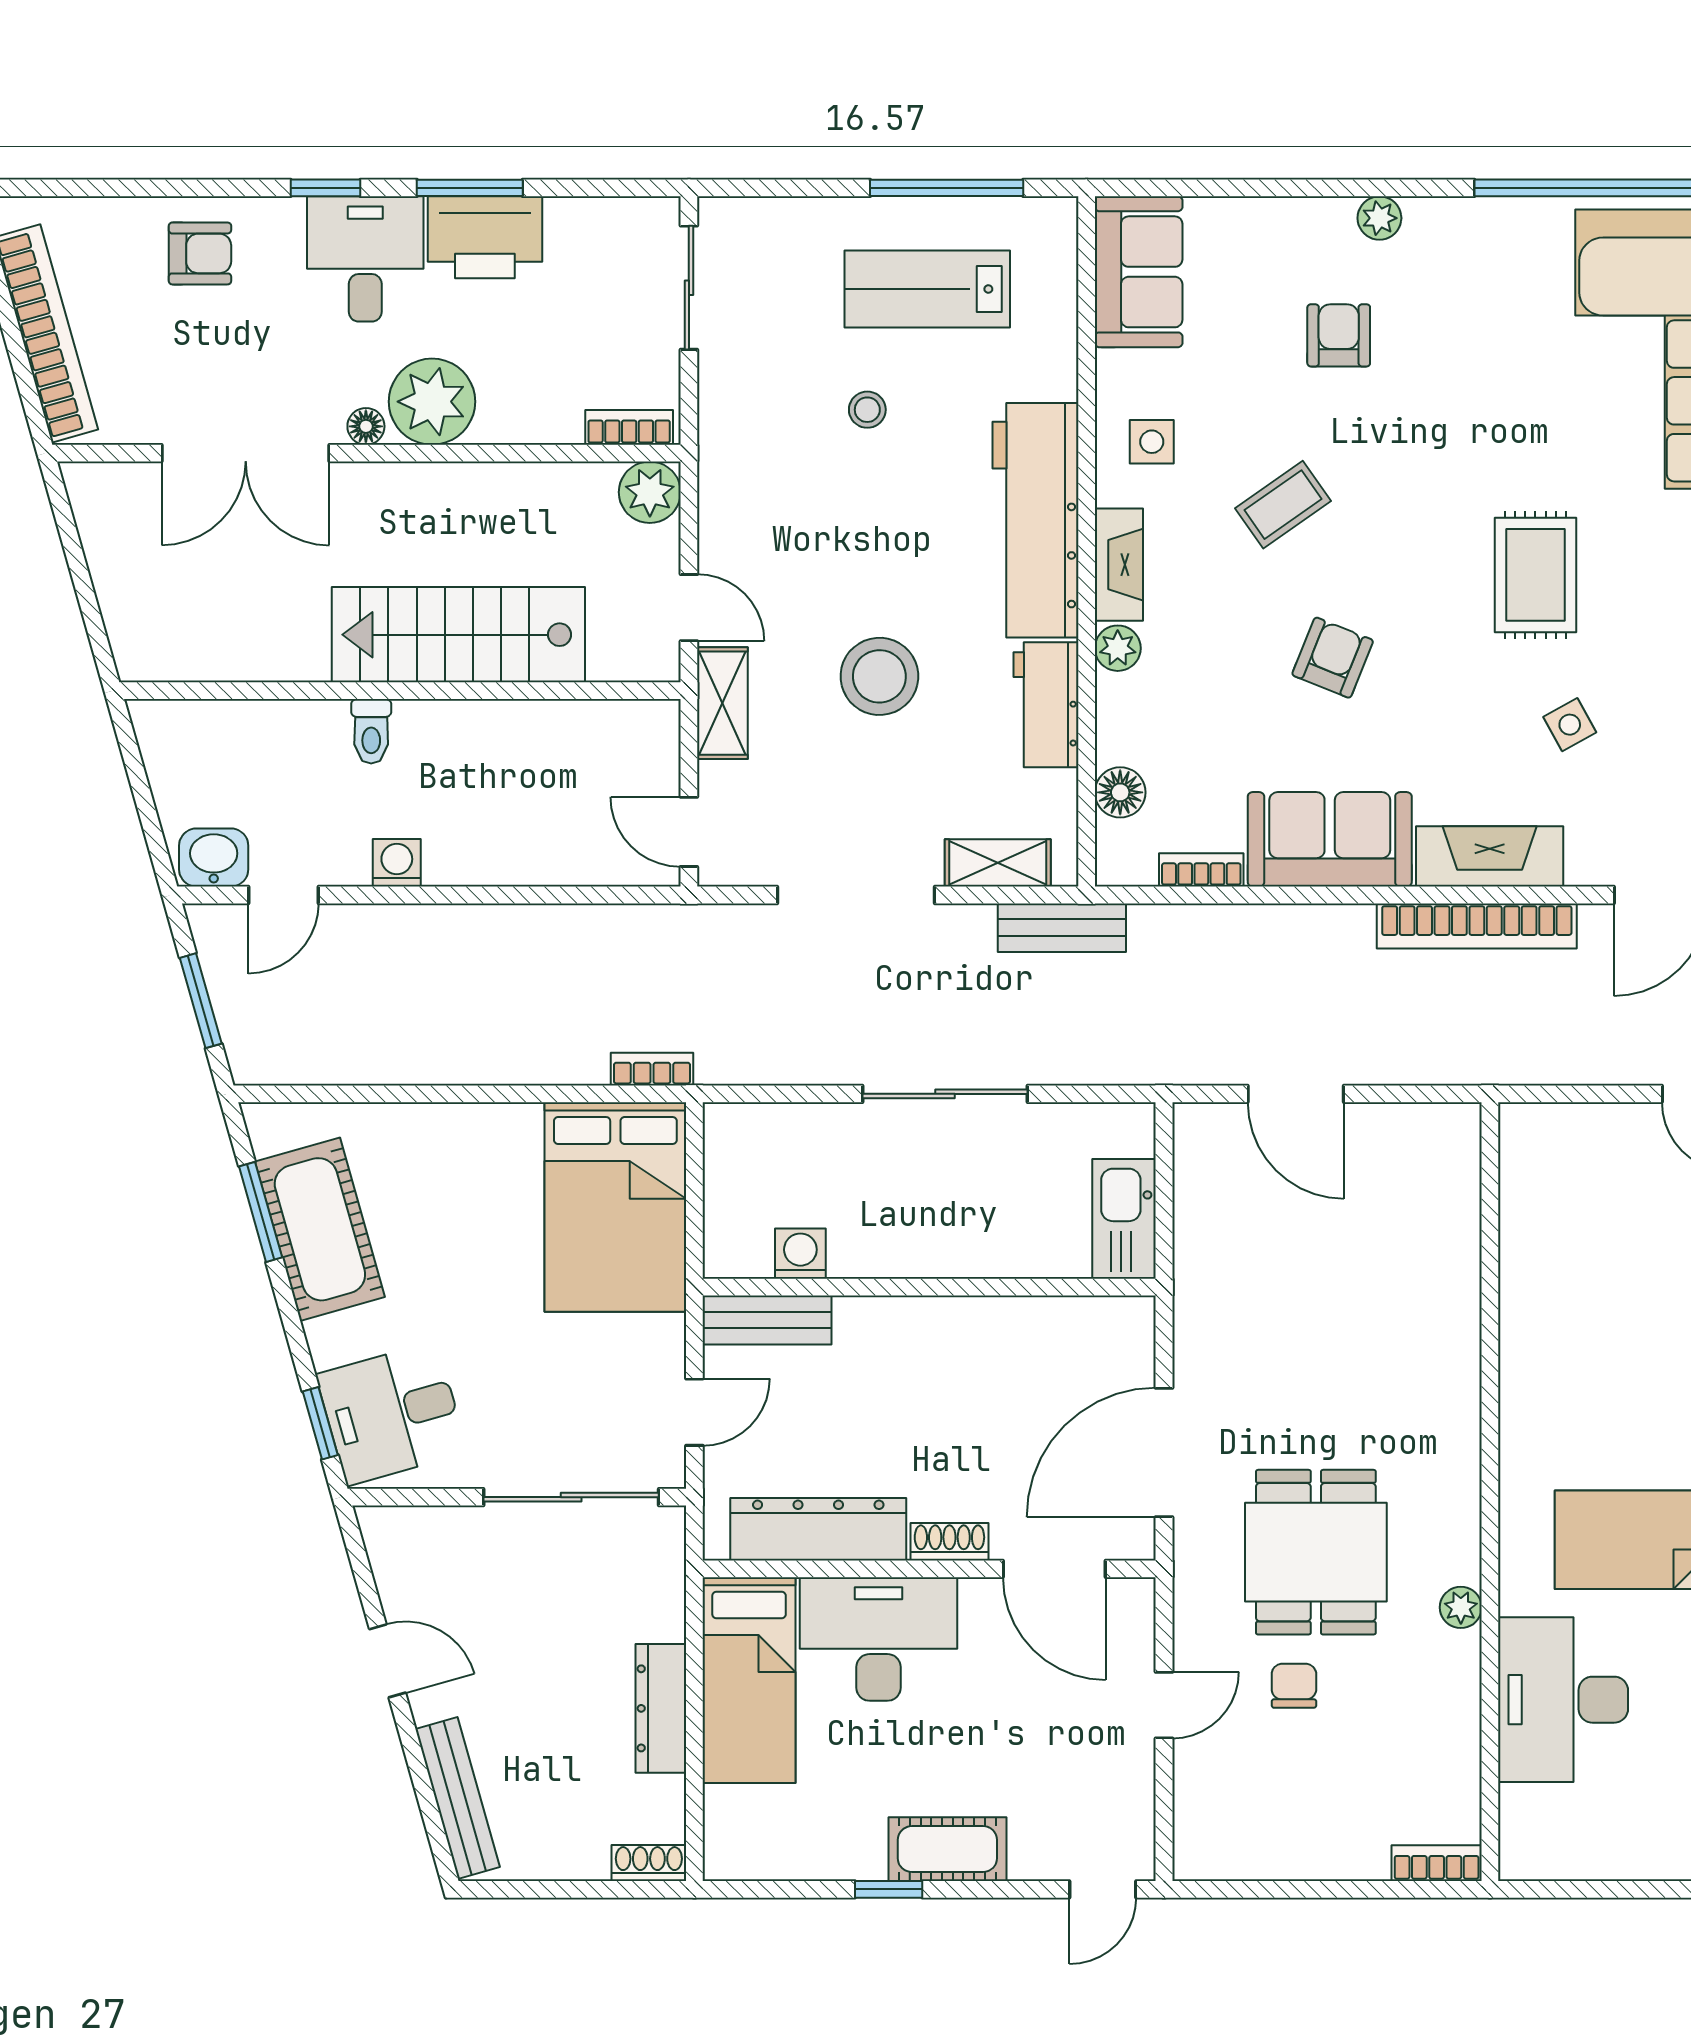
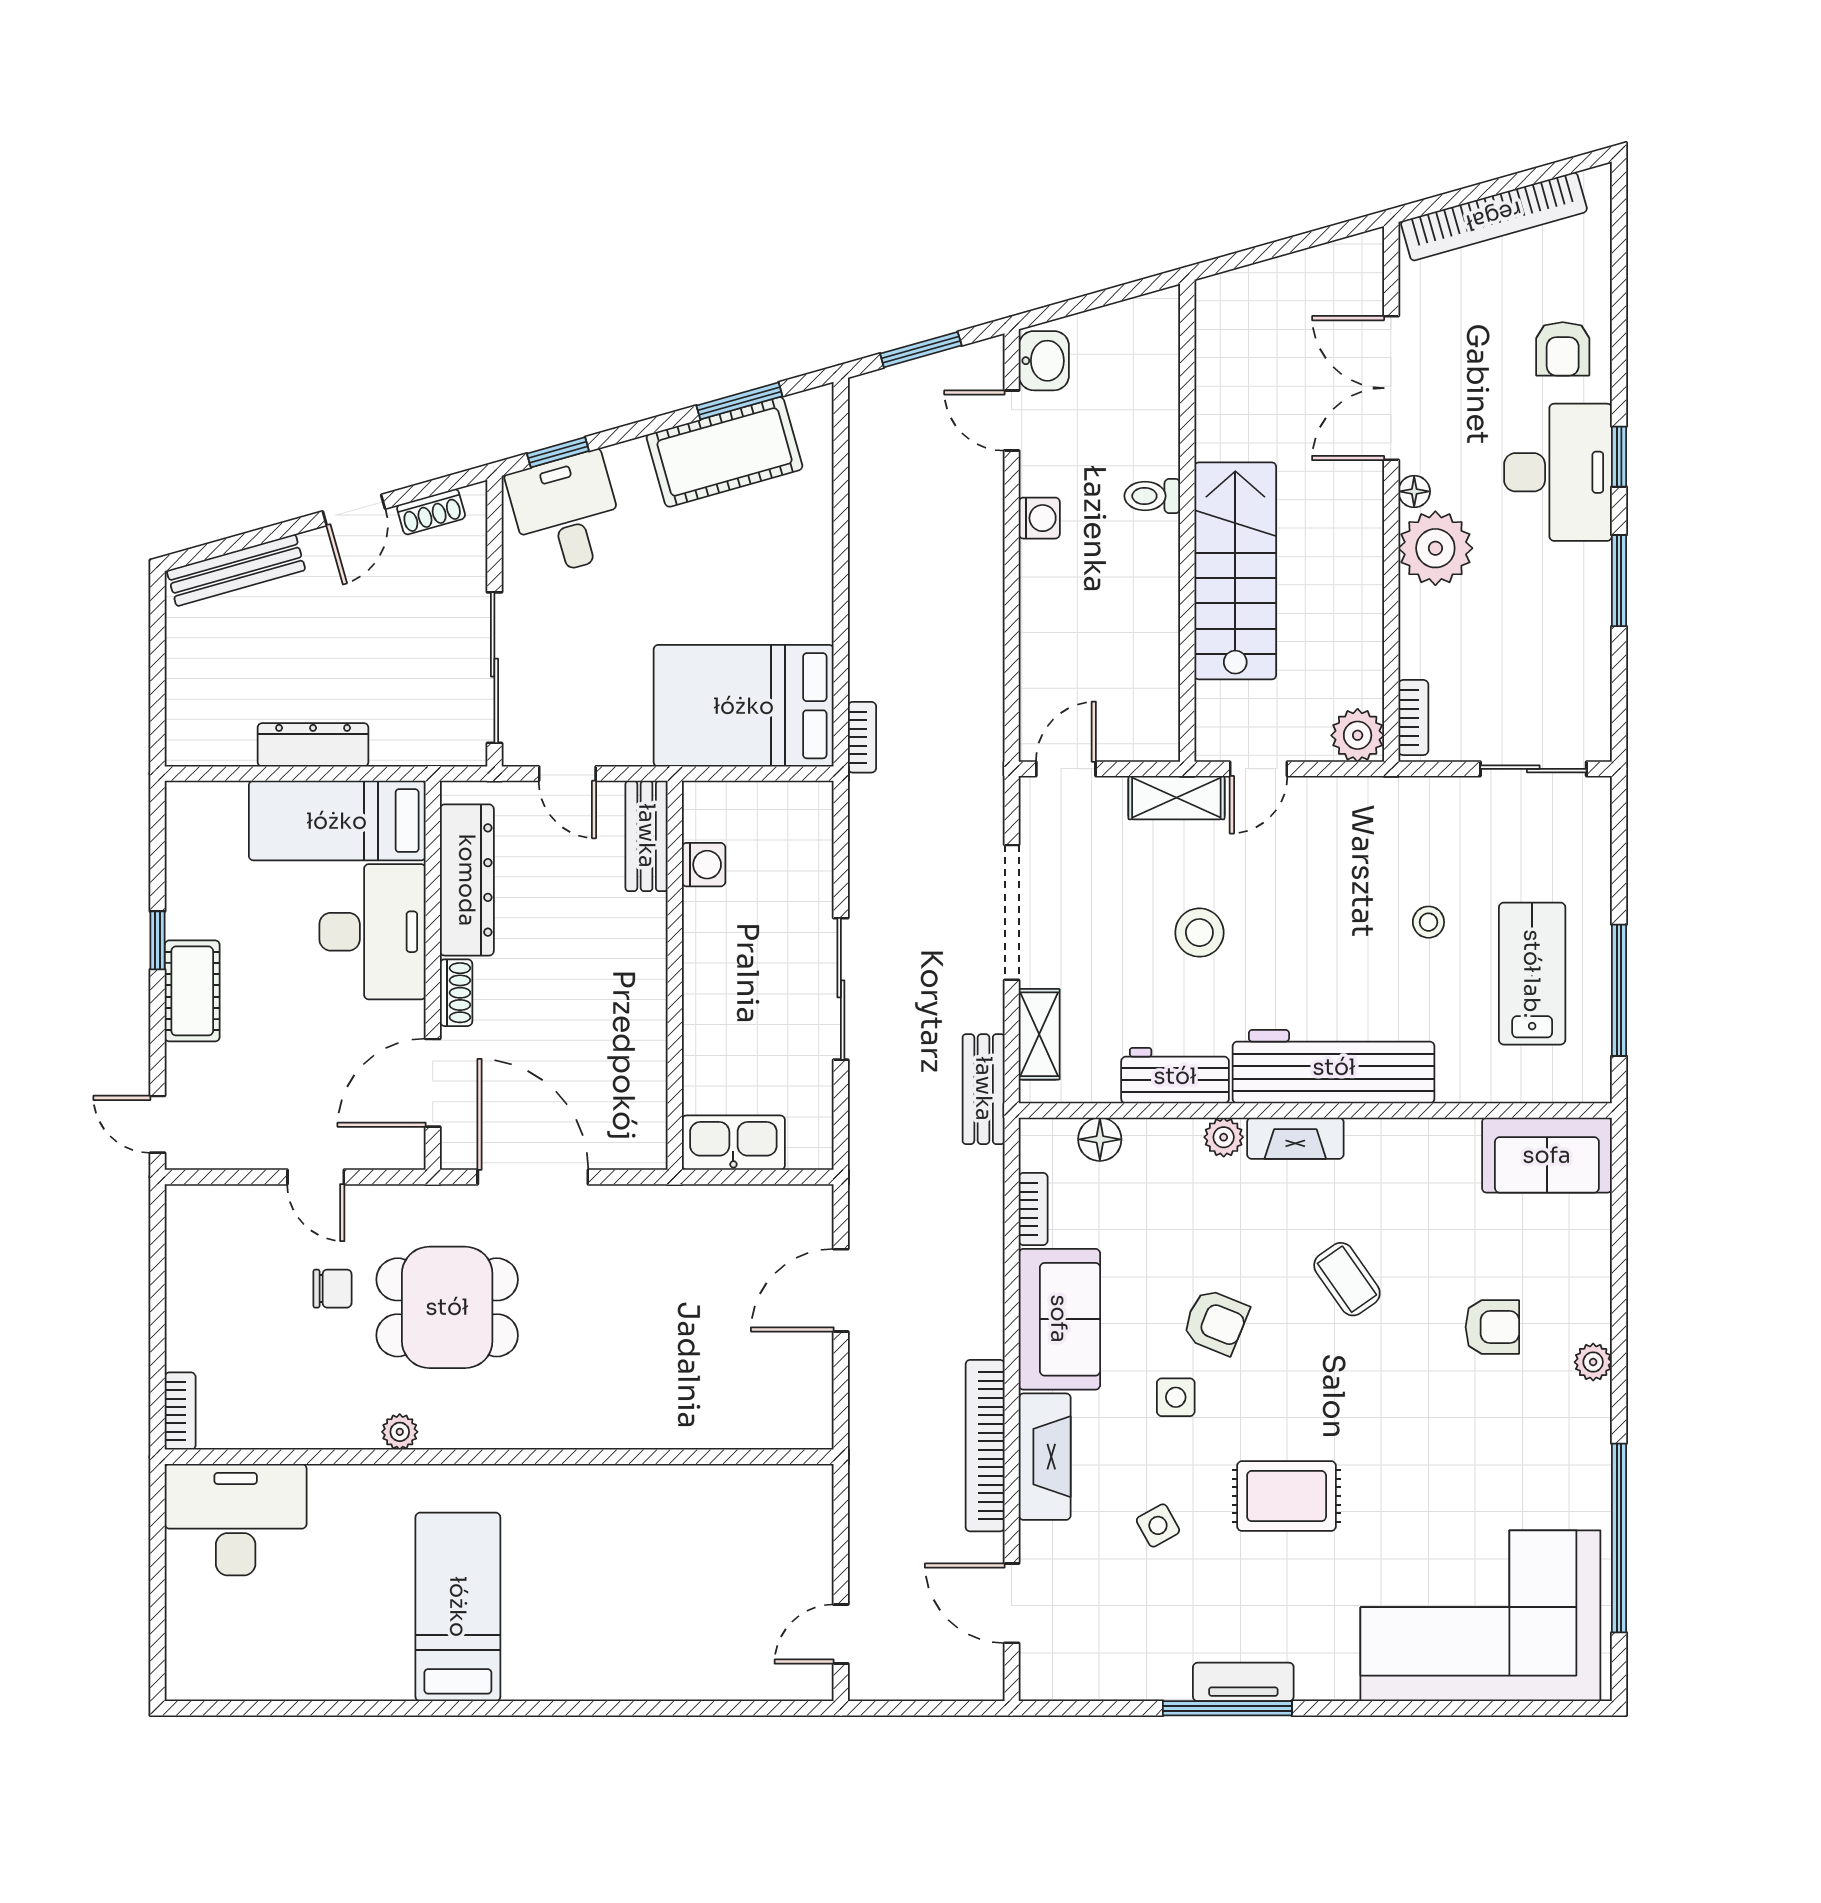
printer: (485, 237) -> (1577, 594), removed
desk: (365, 259) -> (1558, 472), width x1.37
side table: (1152, 442) -> (1176, 1397), moved
stool: (879, 676) -> (1199, 933), width x0.73, depth x0.73
desk: (1563, 1700) -> (236, 1520), moved
shoe rack: (649, 1863) -> (431, 512), moved, turned 74

